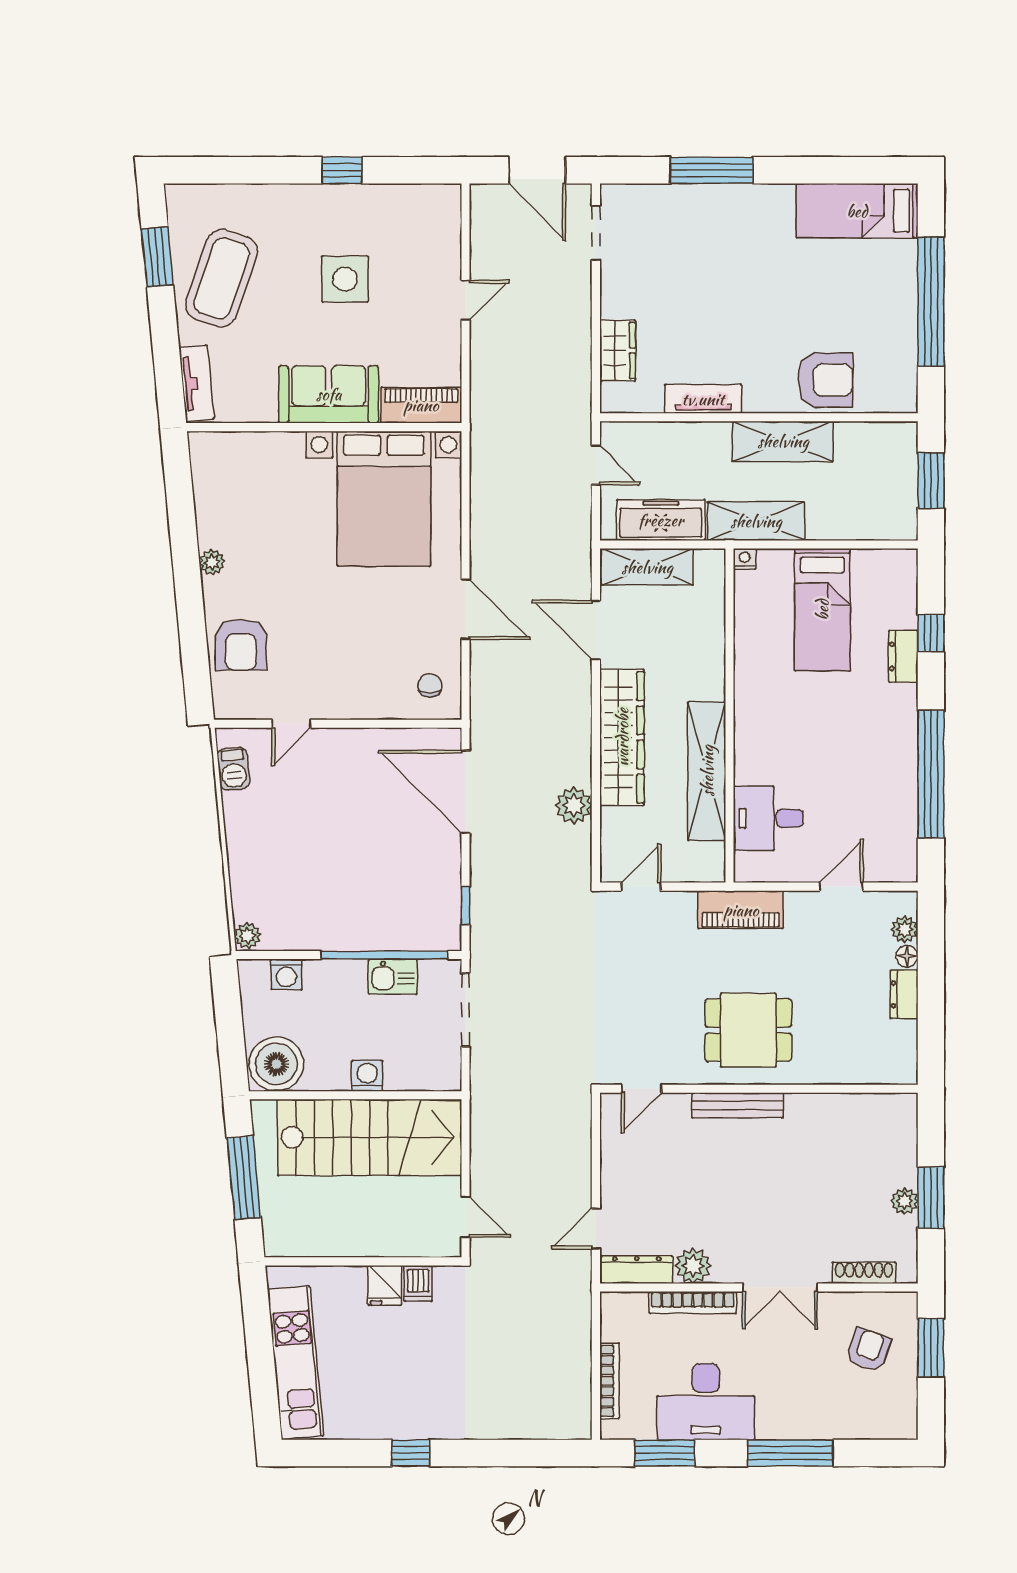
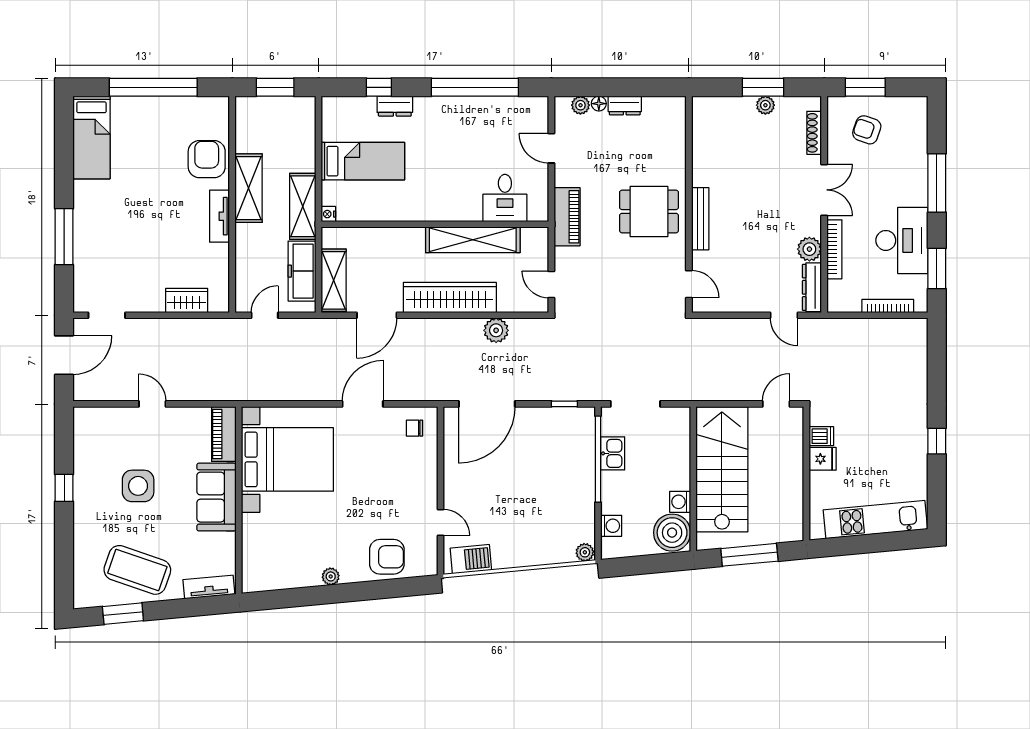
tv unit: (703, 399) -> (219, 216), moved
barbecue: (233, 769) -> (471, 559), width x1.38, depth x1.27
dining table: (748, 1030) -> (649, 211), turned 90
washing machine: (367, 1076) -> (680, 502), moved

